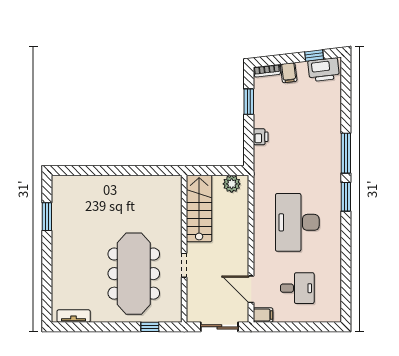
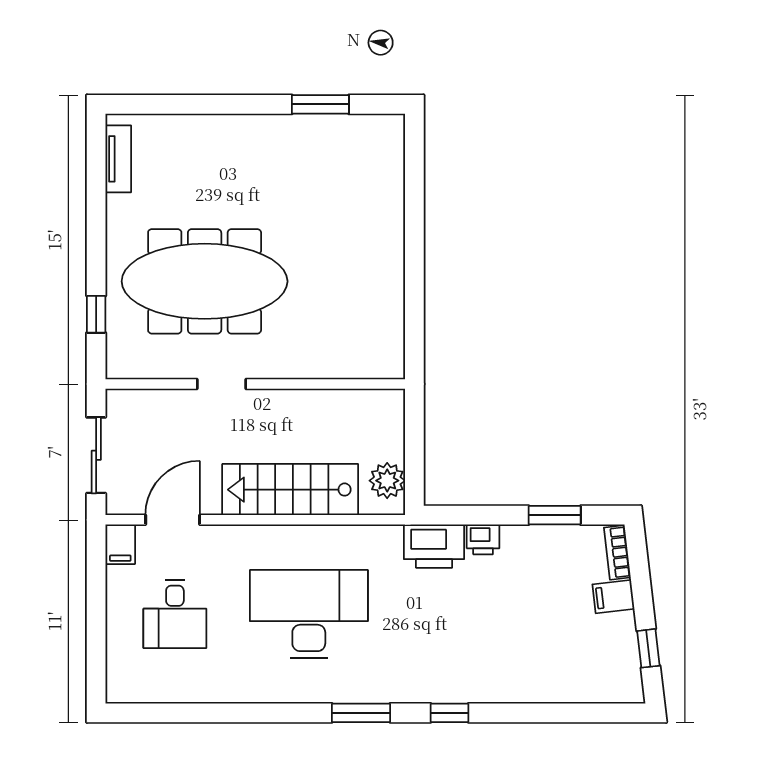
printer: (324, 70) -> (434, 546), moved, turned -83
window: (346, 153) -> (450, 713), width x0.46
stairs: (199, 208) -> (290, 490), moved, turned 180

